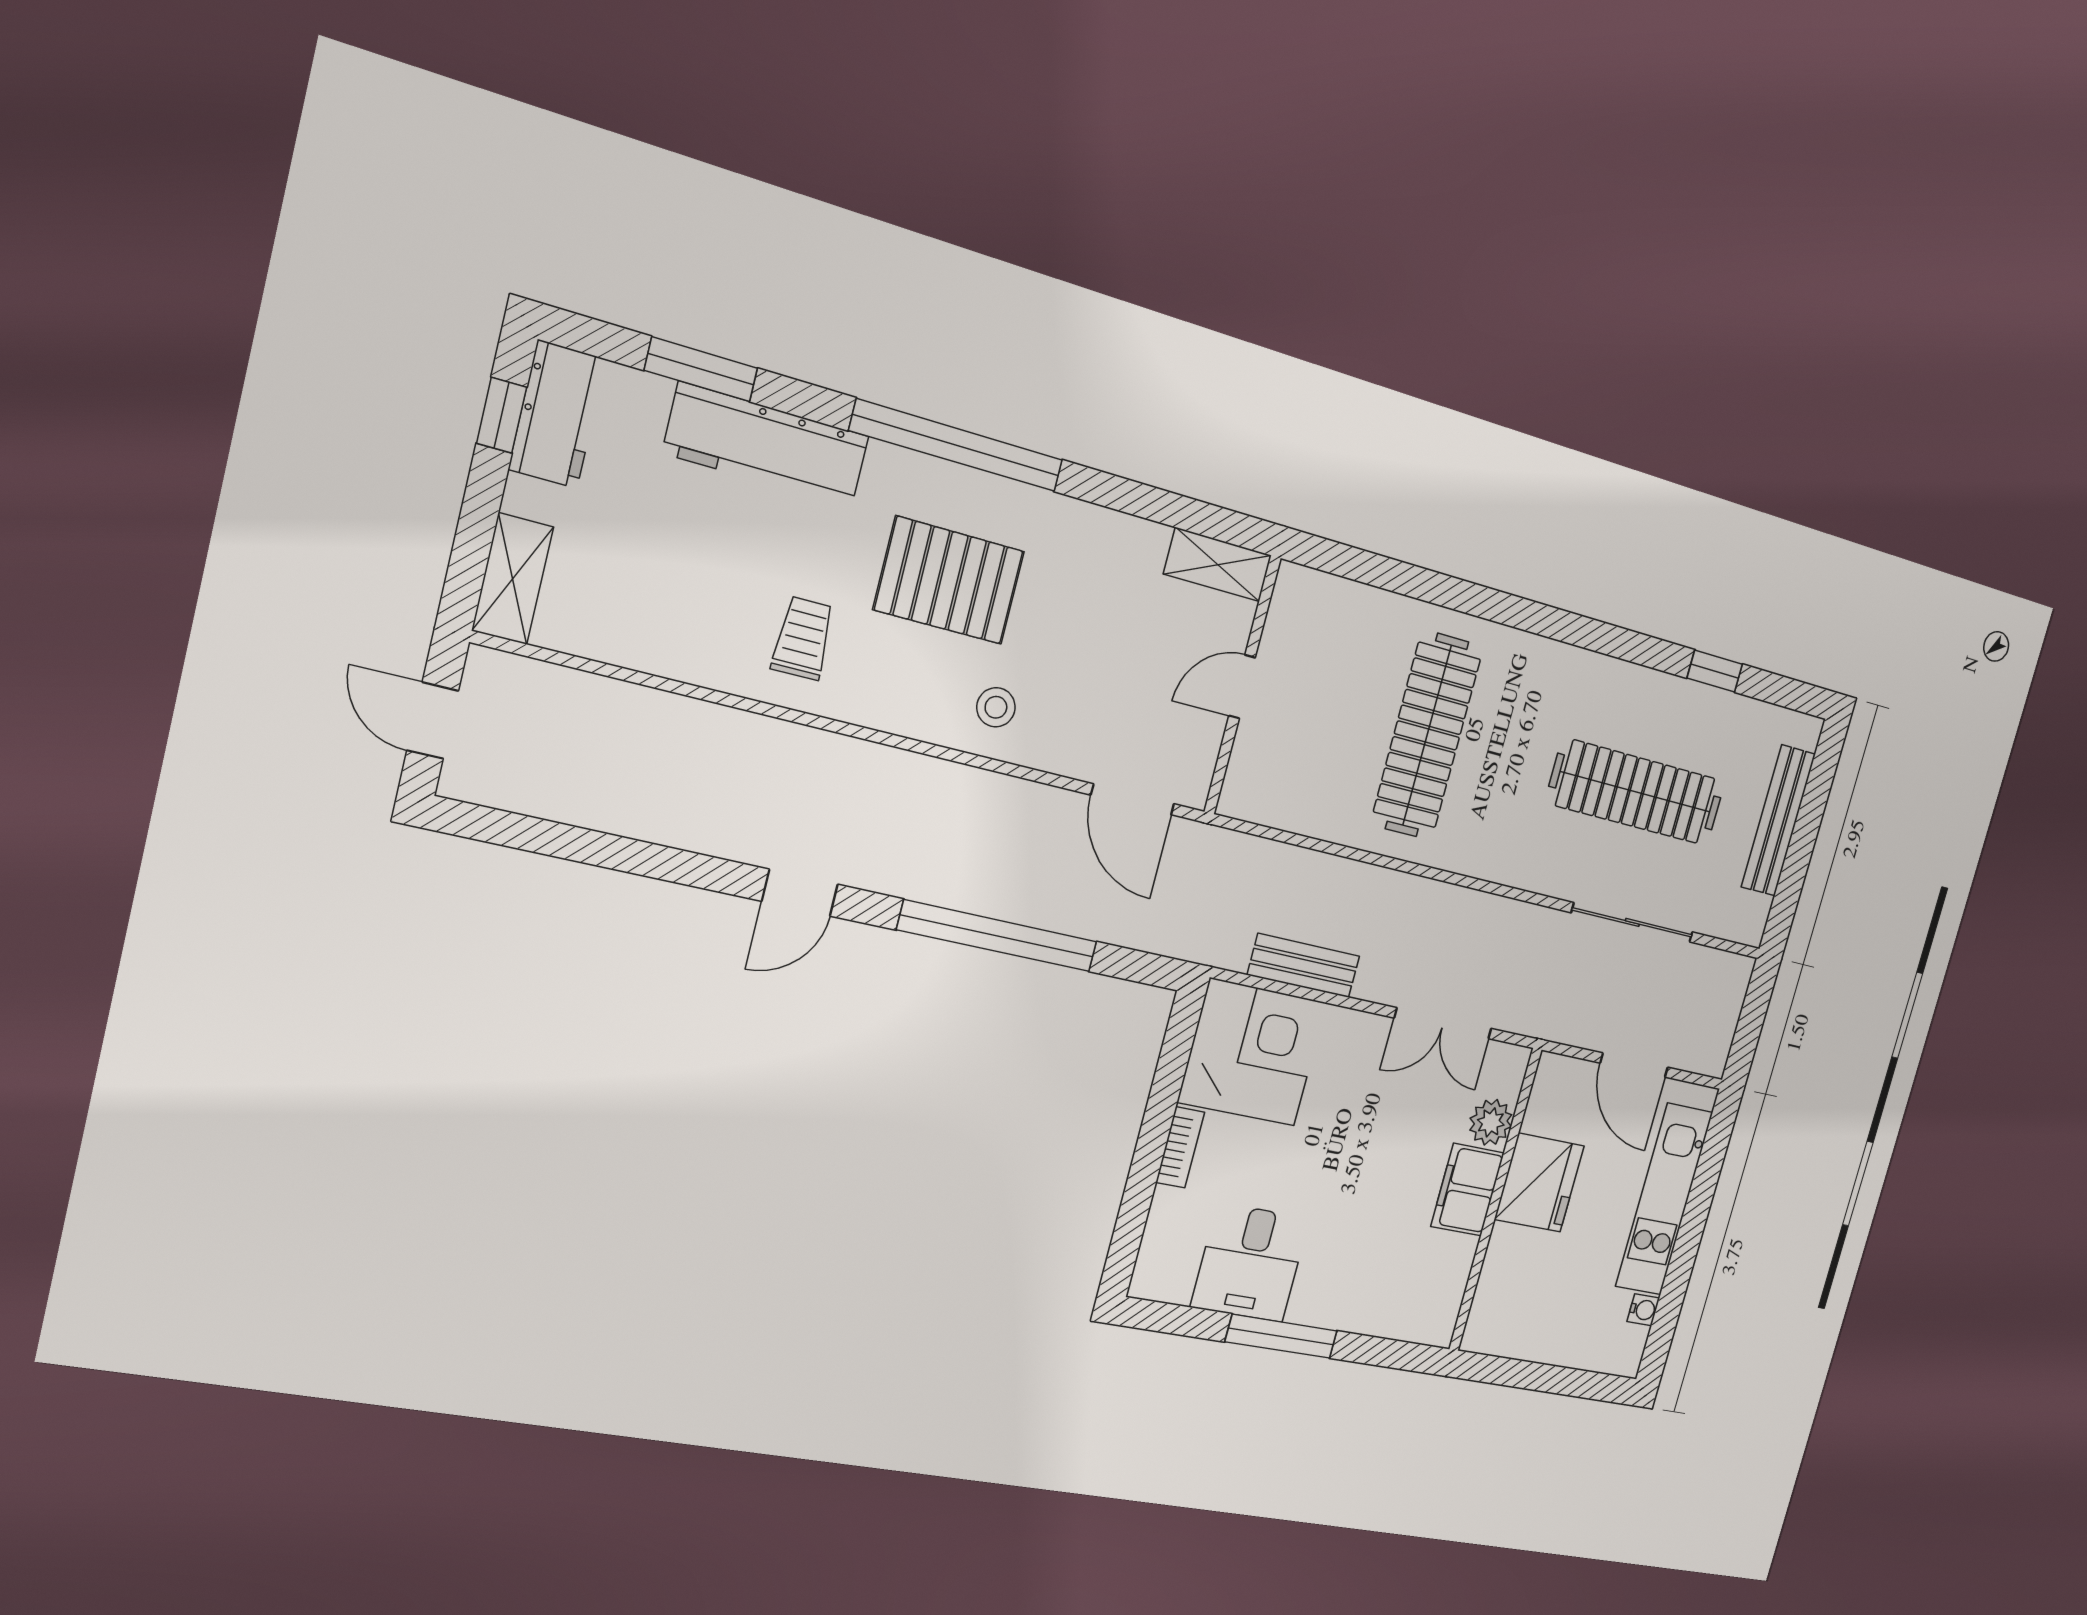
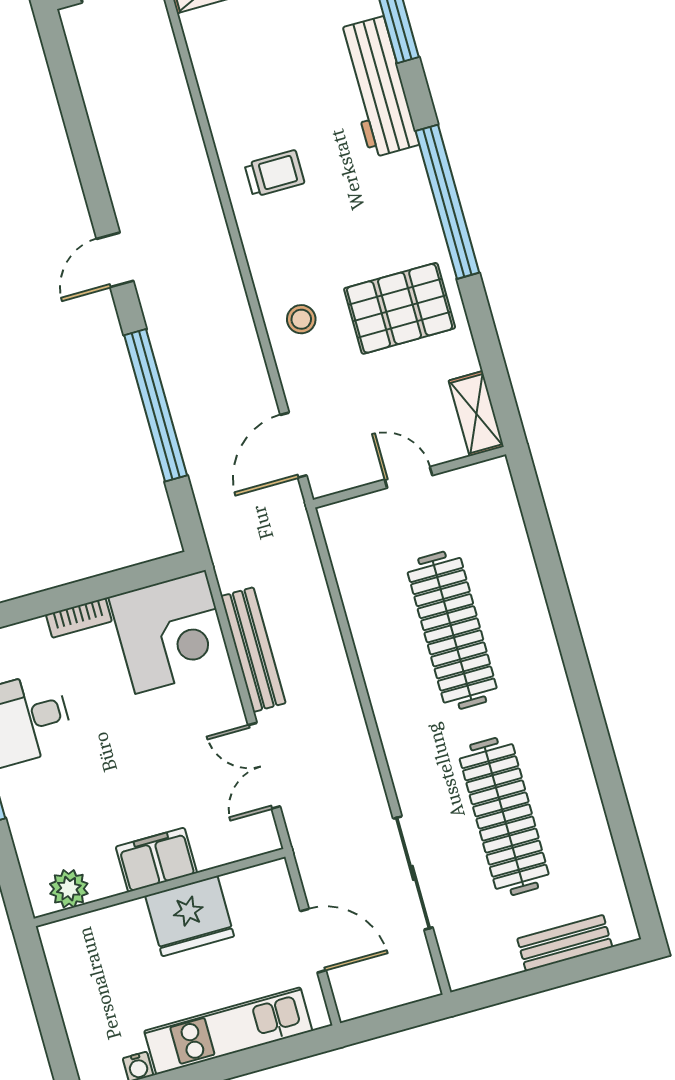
pallet: (949, 580) -> (400, 308), moved, turned 90
window: (1715, 671) -> (622, 826), removed
clothes rail: (1427, 735) -> (452, 630), turned 90
bench: (1778, 821) -> (565, 943), width x0.73
door: (800, 893) -> (115, 260), hinge flipped
bench: (1304, 966) -> (253, 650), width x1.36
door: (1634, 1065) -> (313, 941), swing flipped
plant: (1491, 1122) -> (69, 889), moved

